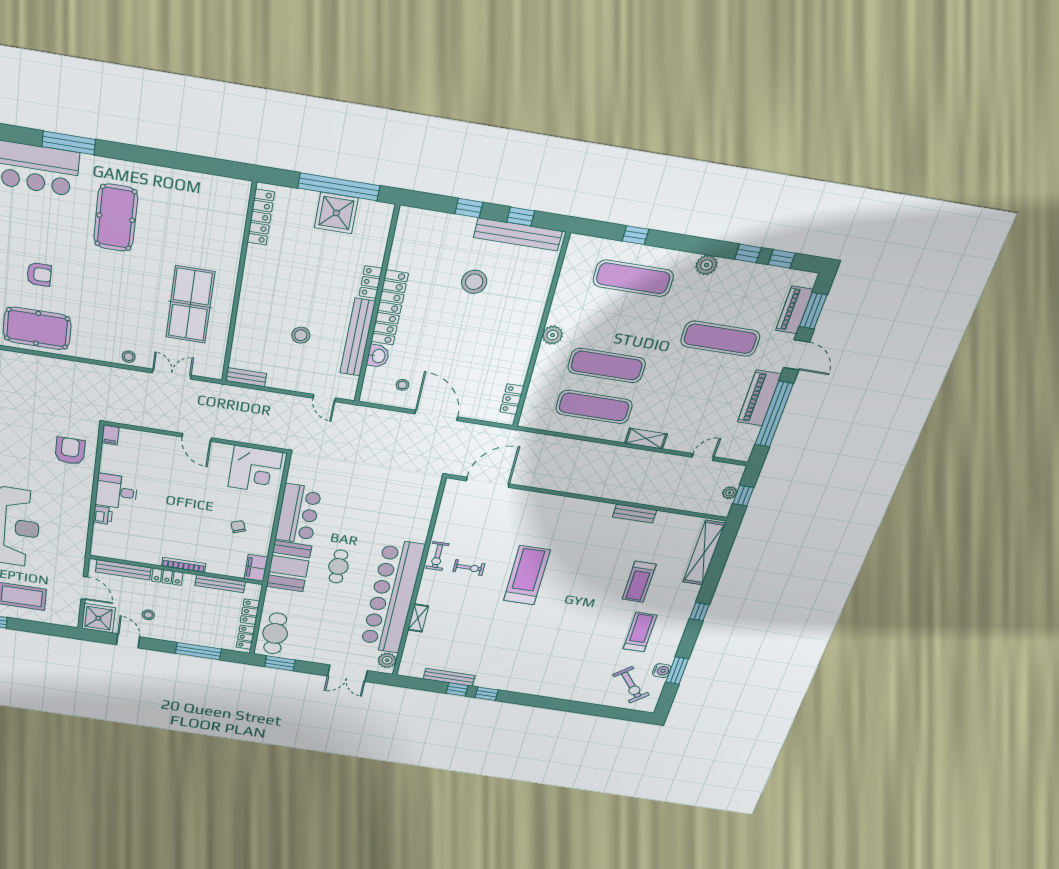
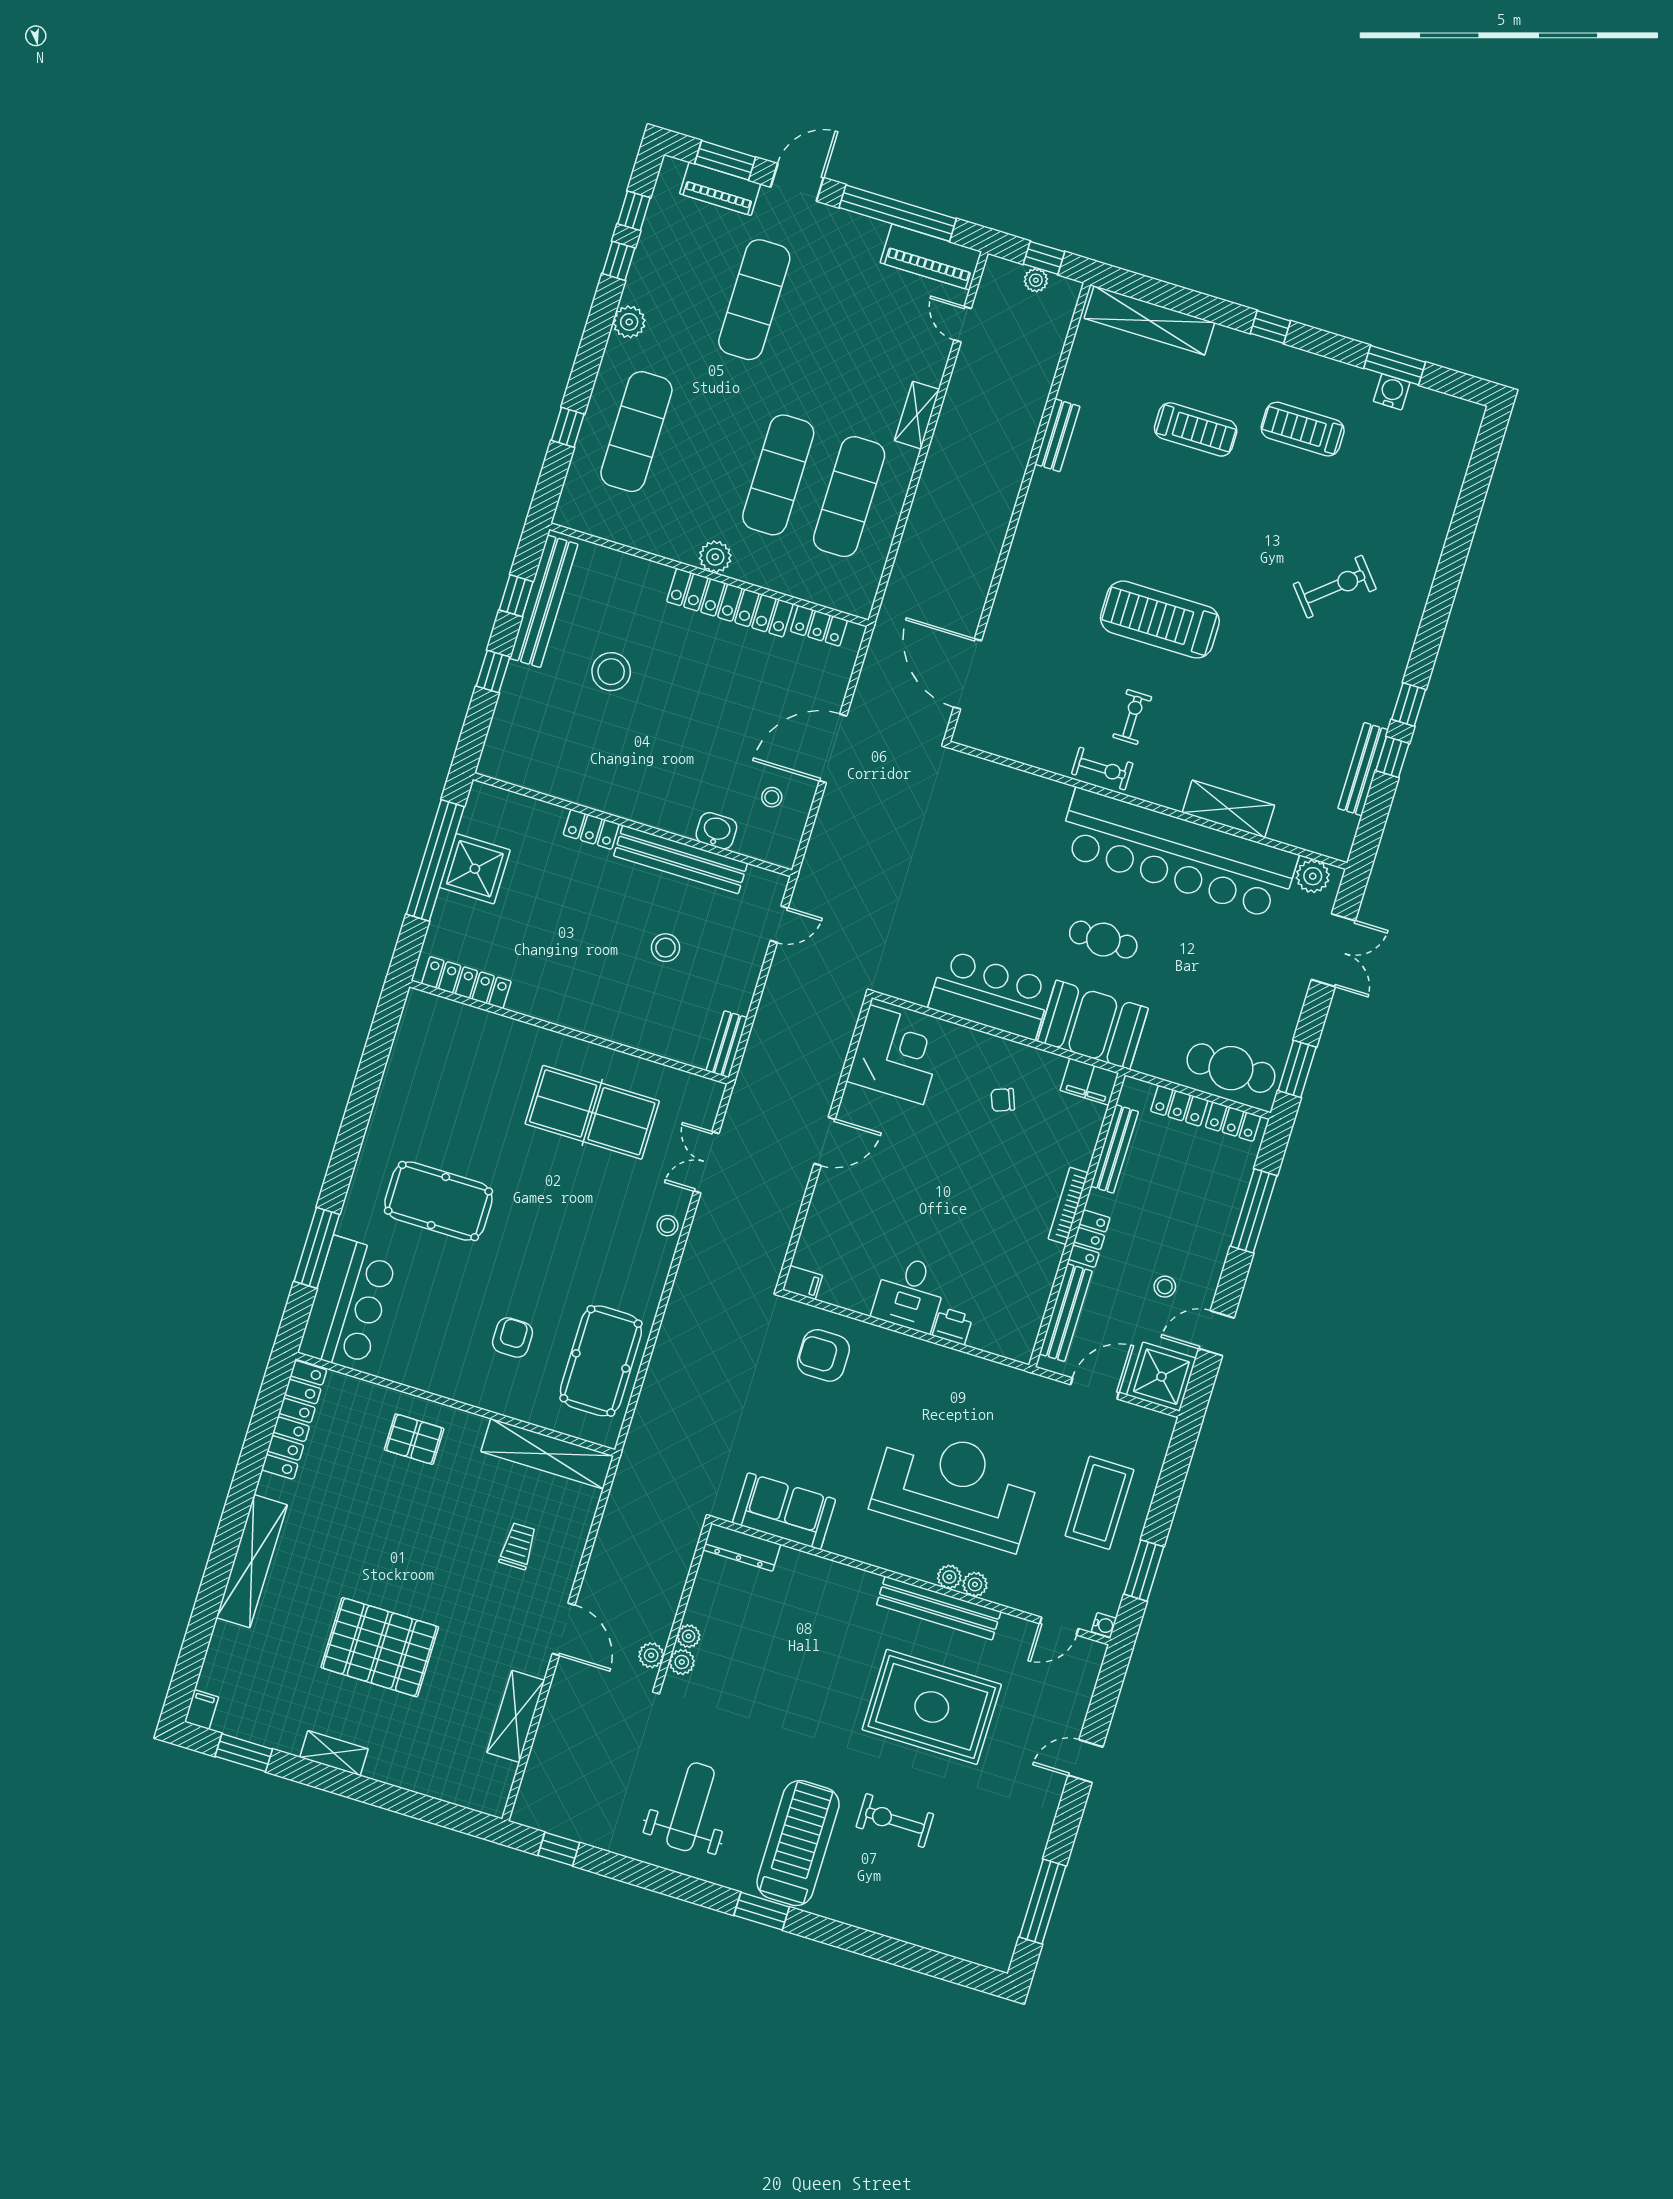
locker: (390, 308) -> (730, 603), moved, turned 180
piano: (759, 398) -> (931, 257), moved
shelving: (418, 618) -> (1228, 809), width x1.50, depth x1.33
exercise bike: (631, 685) -> (1335, 587), moved

